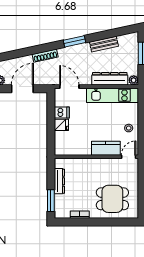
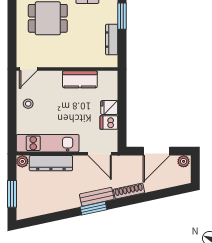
bench: (104, 44) -> (97, 197), moved
kitchen counter: (106, 148) -> (80, 79), moved

